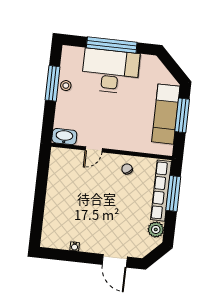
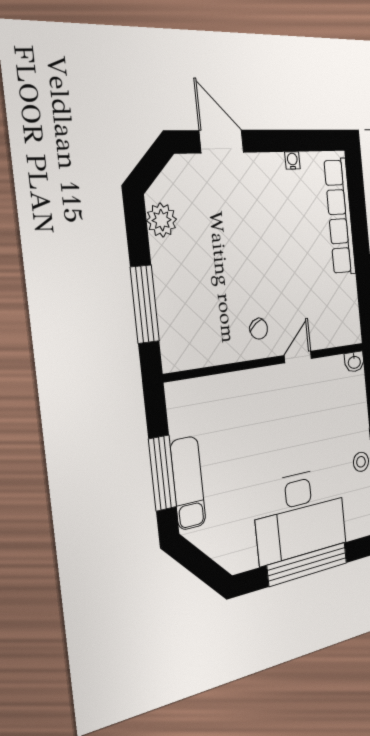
exam couch: (166, 114) -> (188, 483), width x0.73, depth x0.69
washbasin: (64, 137) -> (354, 362), width x0.52, depth x0.69
chair: (127, 169) -> (259, 329), moved
row of seats: (161, 191) -> (340, 217), moved, turned 180

